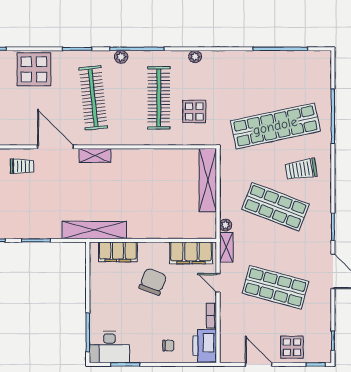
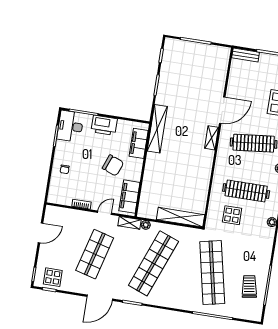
trolley: (22, 166) -> (212, 84), removed
trolley: (301, 169) -> (249, 286), moved
shop shelf: (275, 207) -> (153, 263), width x1.40
printer: (205, 346) -> (104, 125), moved, turned 180
display table: (292, 347) -> (53, 277), moved

